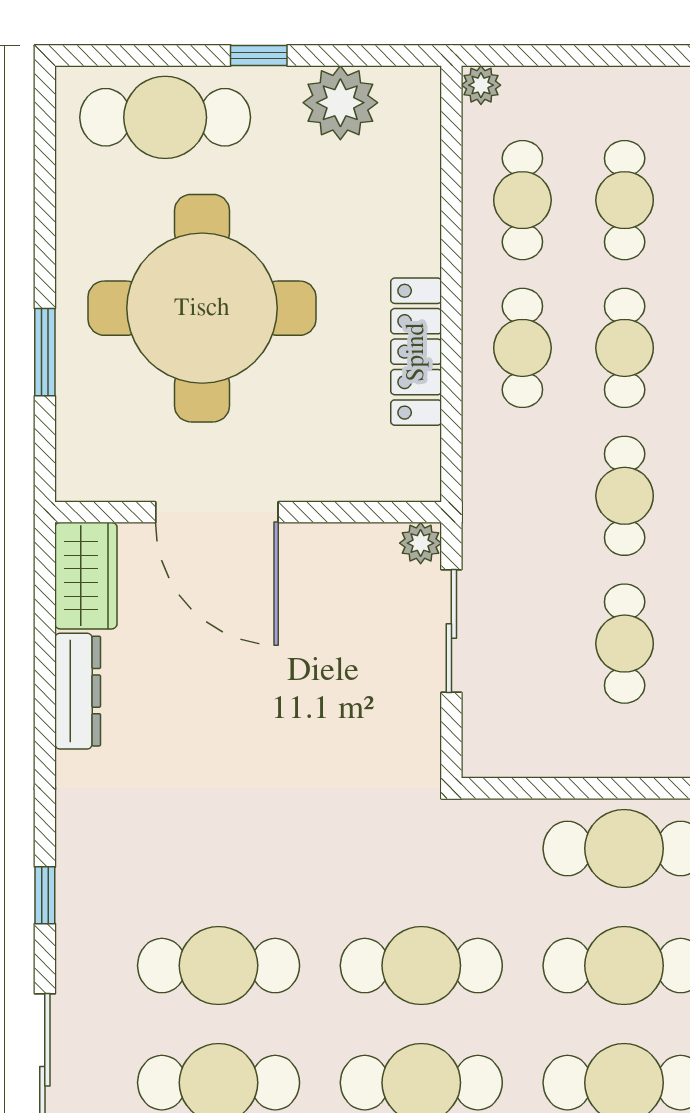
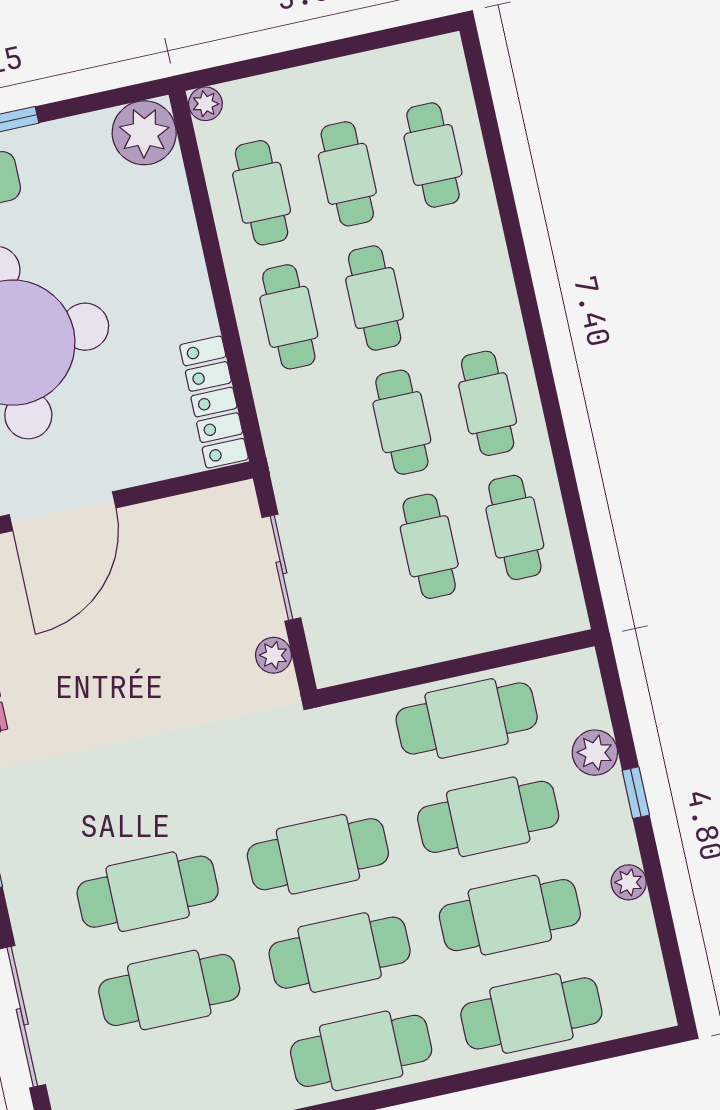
plant: (340, 103) -> (144, 133), moved
locker: (416, 352) -> (214, 402), moved
door: (217, 512) -> (63, 511), hinge flipped
plant: (421, 543) -> (274, 655), moved

